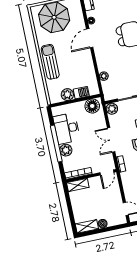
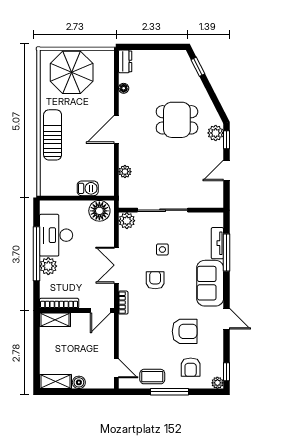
door: (90, 38) -> (116, 129), moved
plant: (67, 95) -> (67, 187), removed

